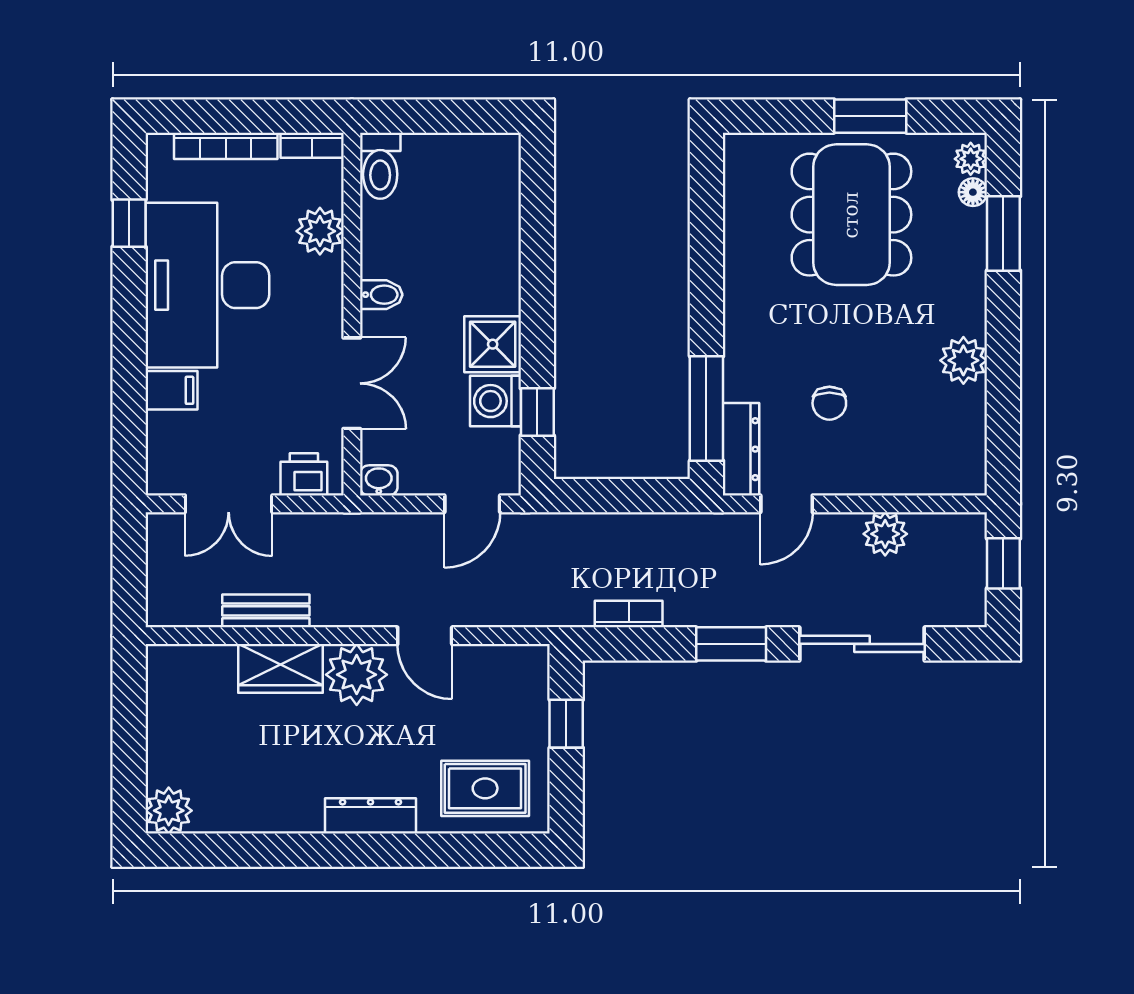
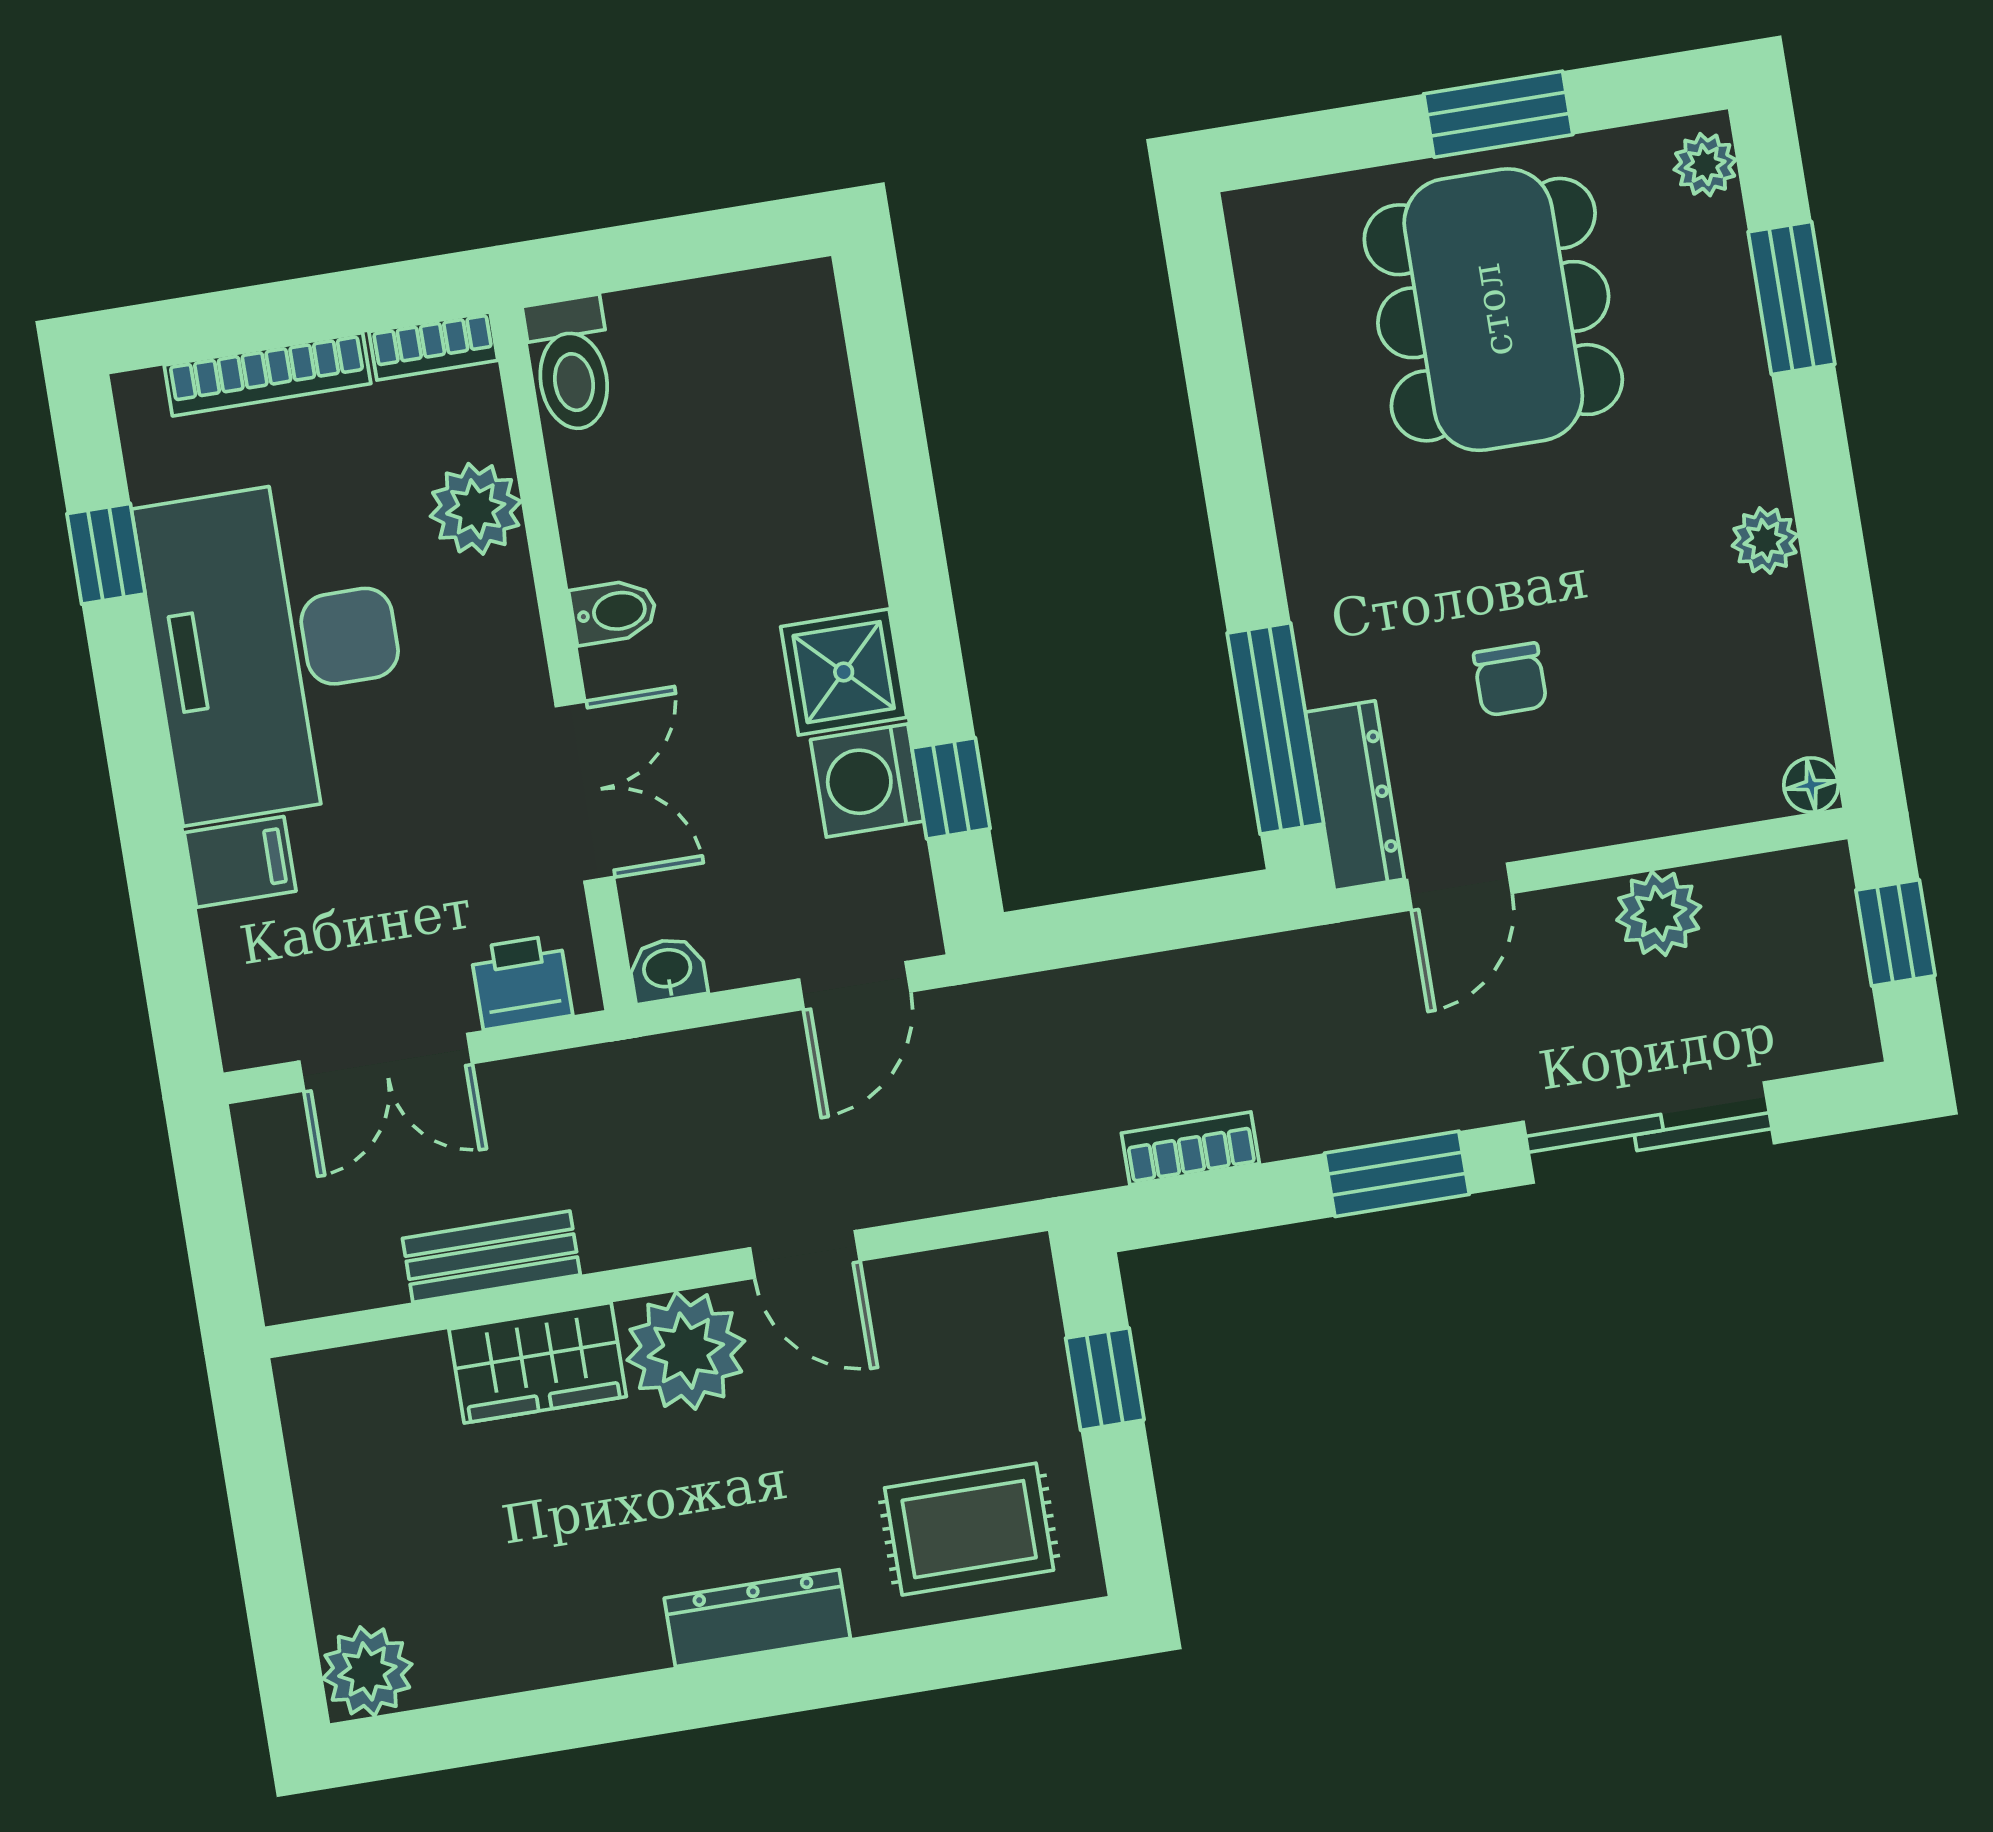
floor lamp: (973, 192) -> (1811, 785), moved
plant: (963, 360) -> (1765, 541), width x0.73, depth x0.73

